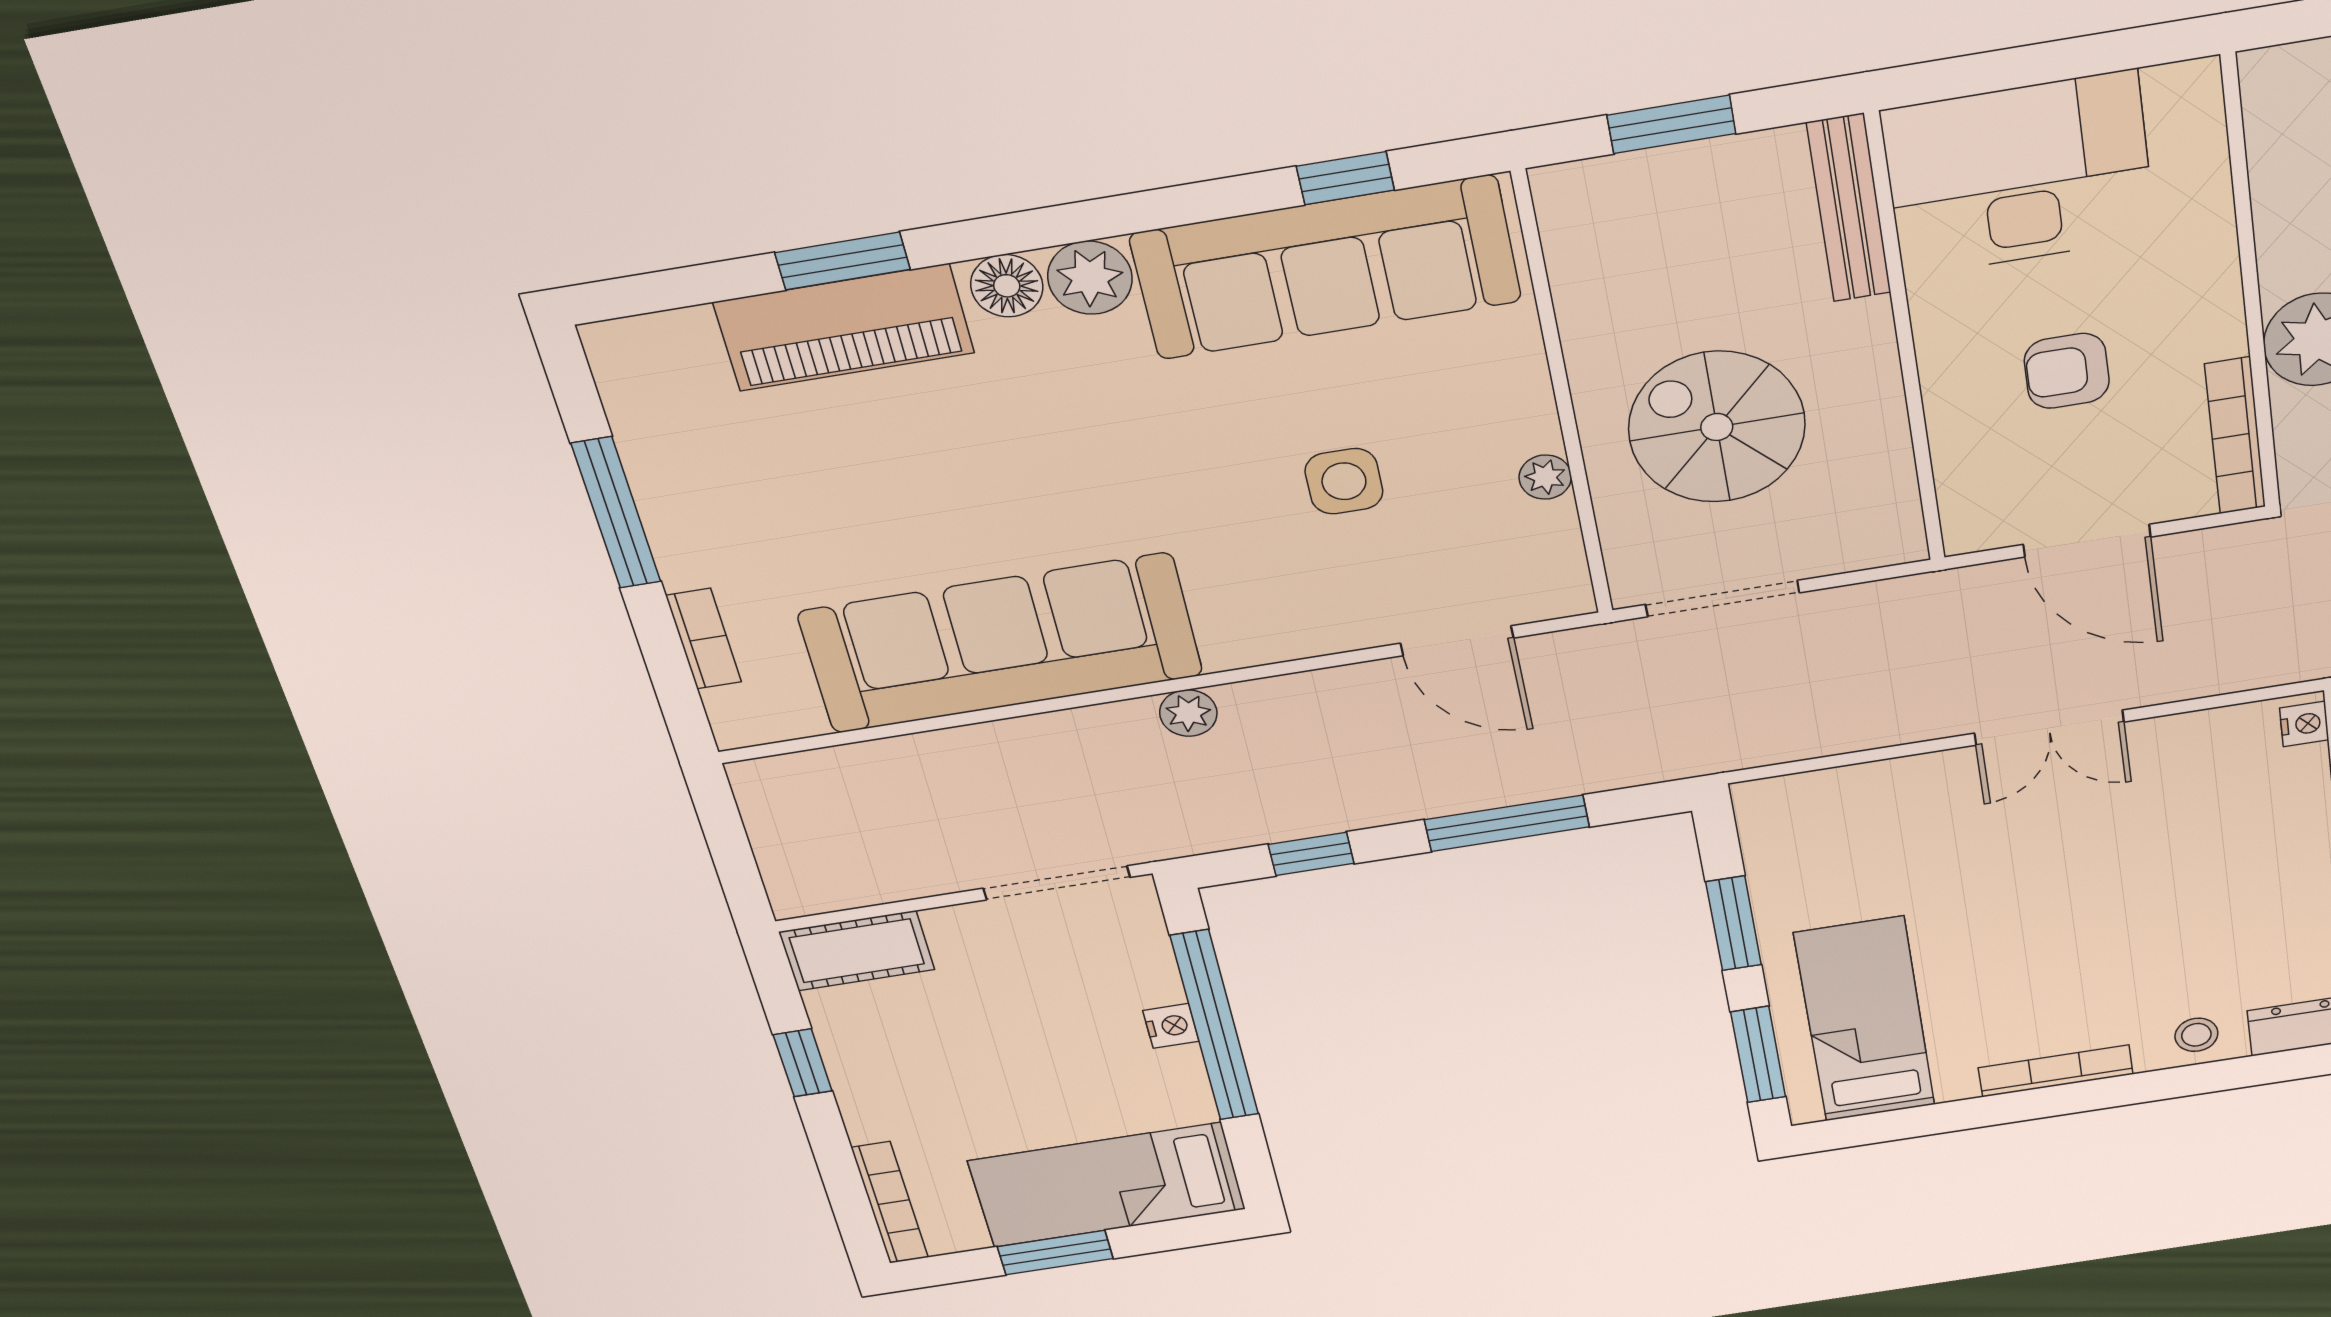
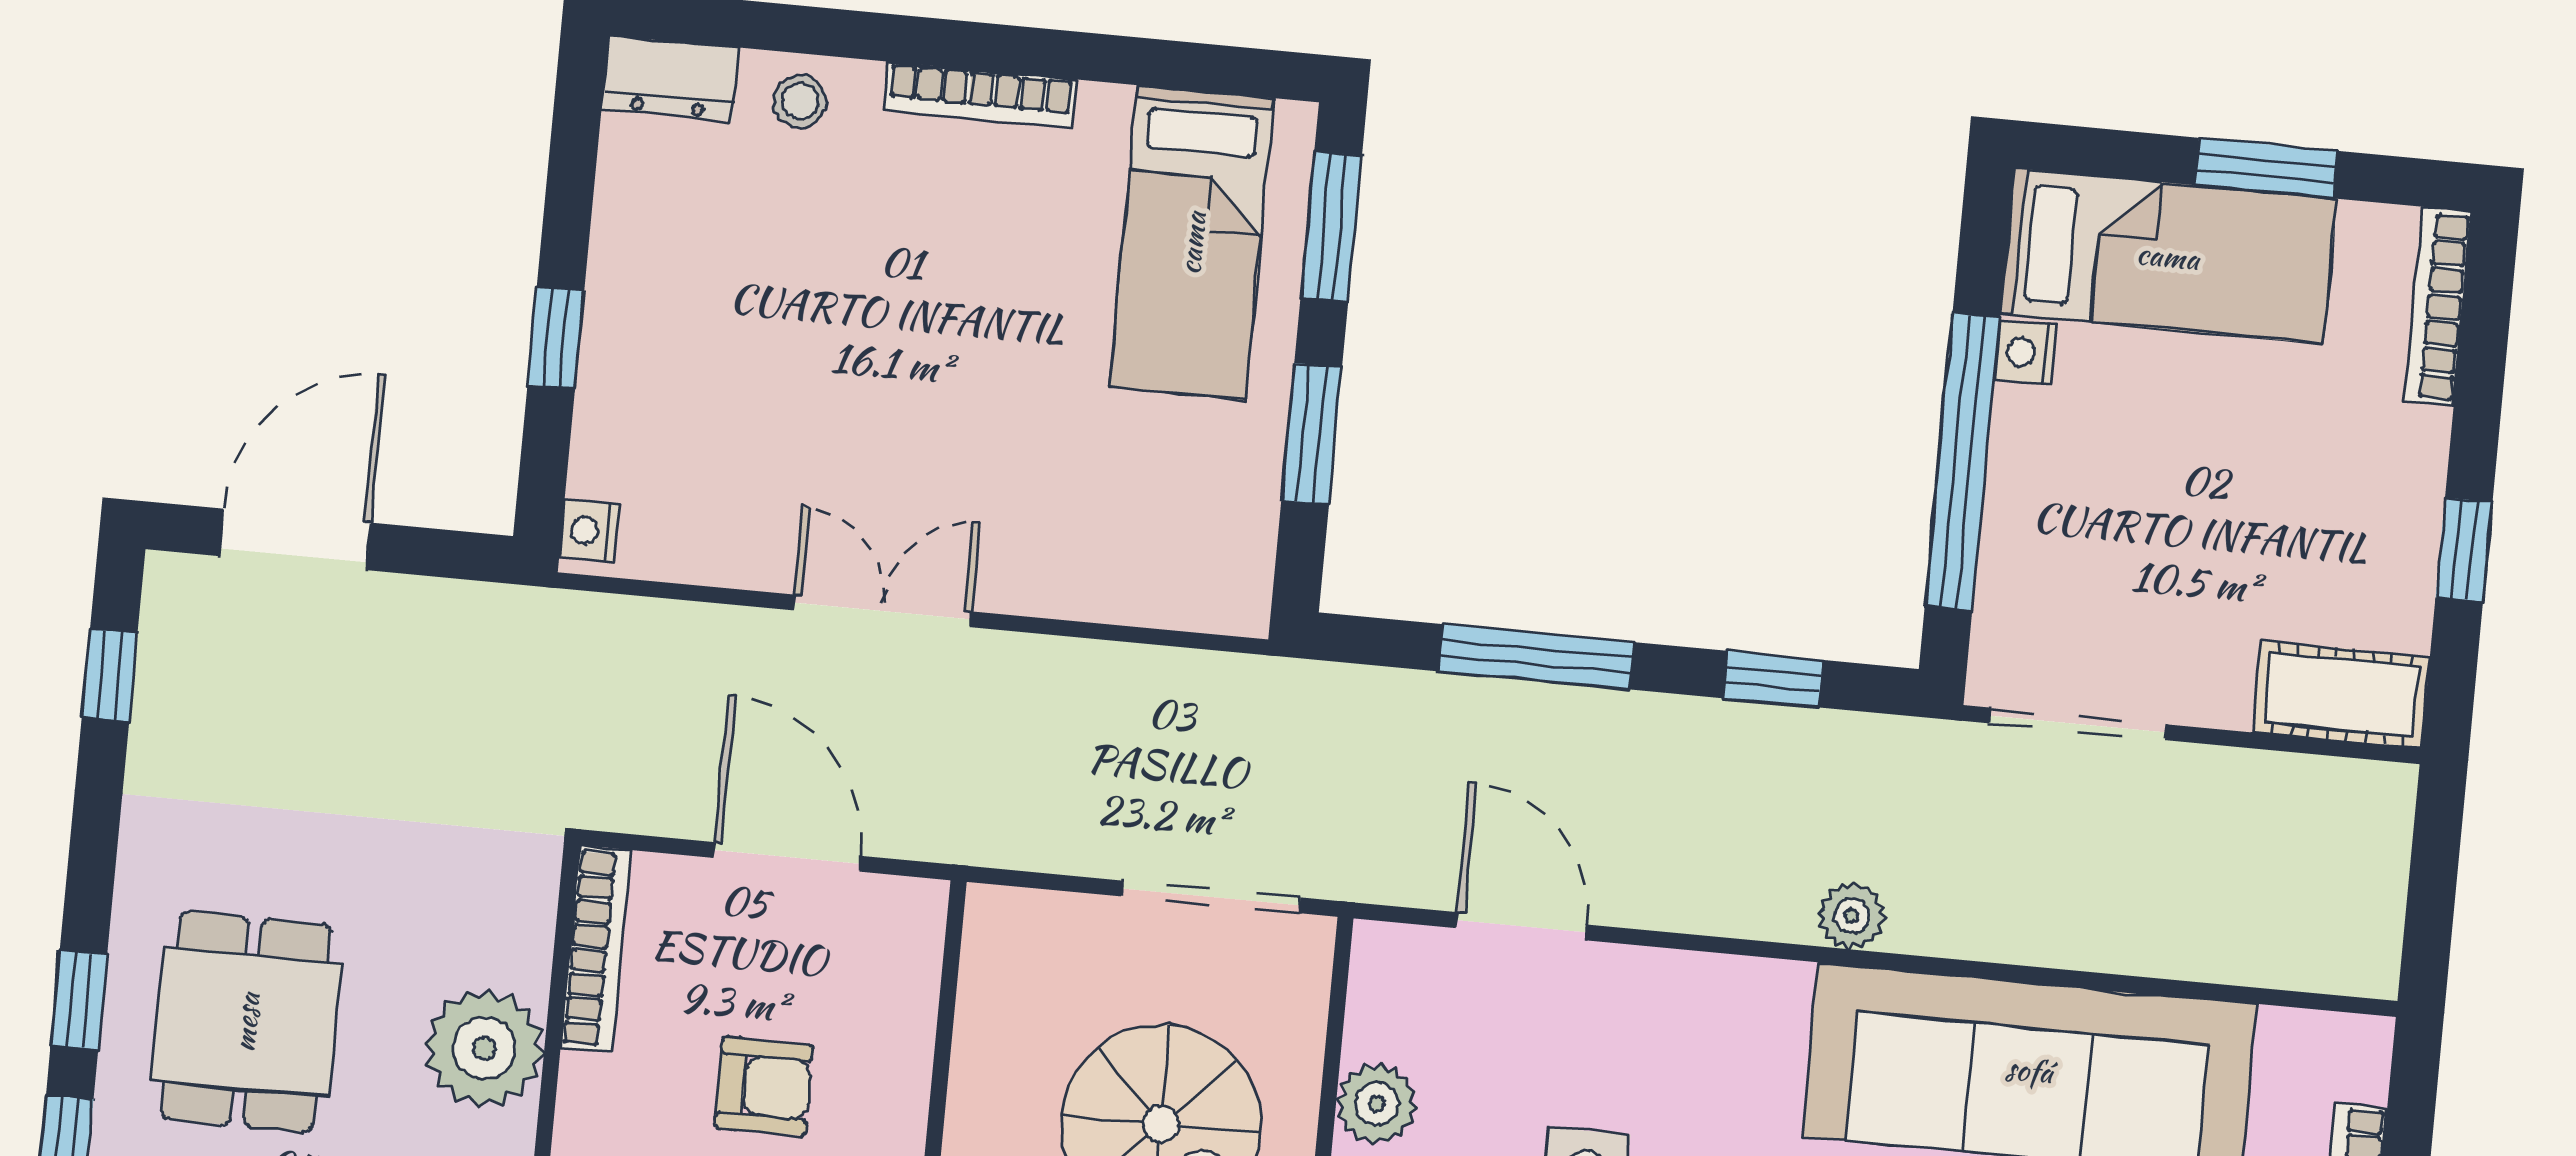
plant: (1545, 477) -> (1377, 1104), width x1.38, depth x1.38
nightstand: (1171, 1026) -> (2025, 353), moved

